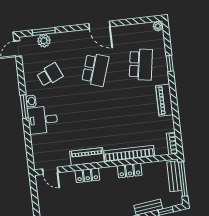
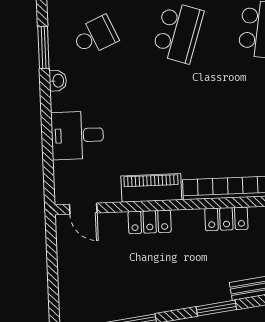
window: (24, 107) -> (43, 47), moved
desk: (43, 120) -> (77, 135), moved

